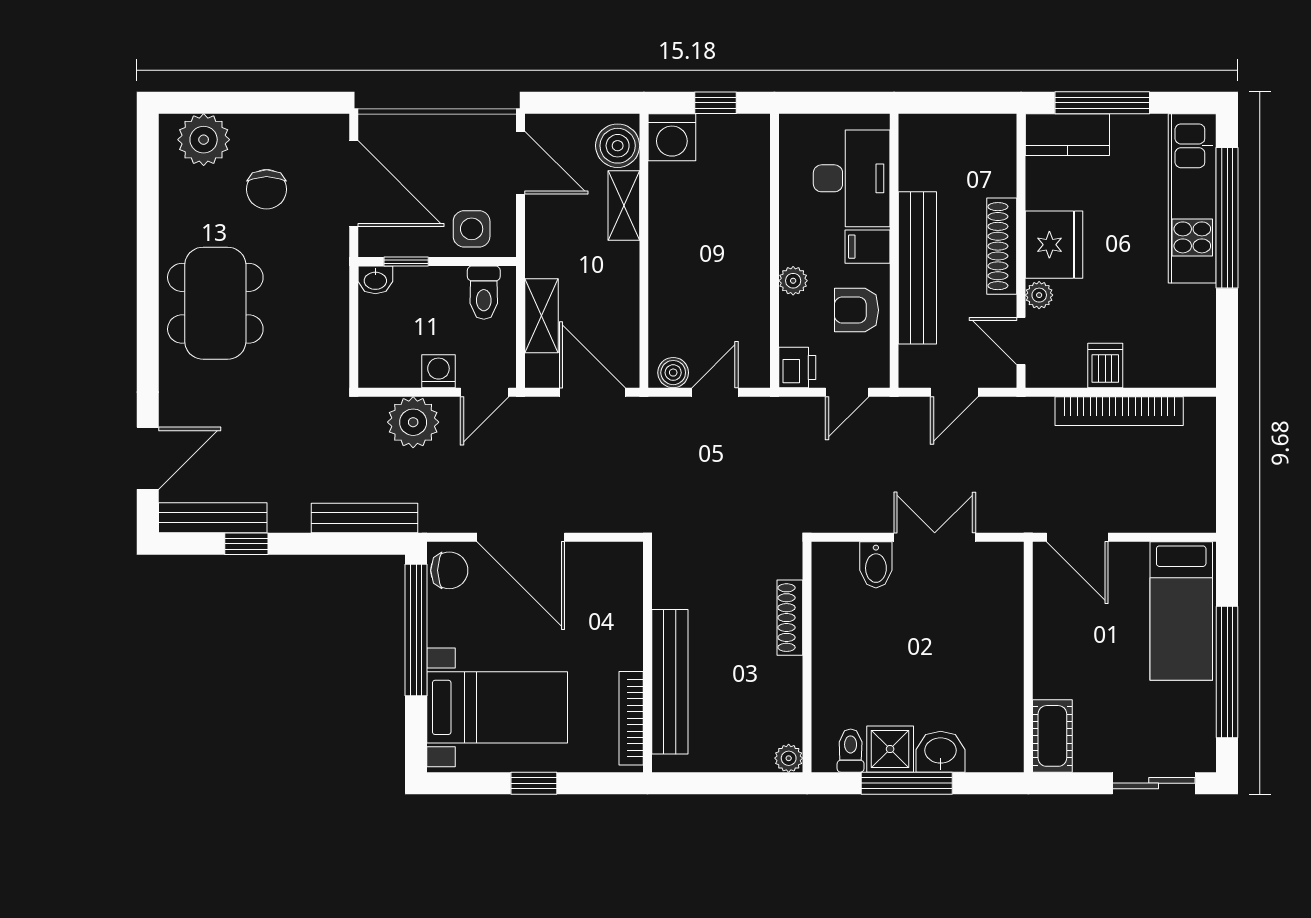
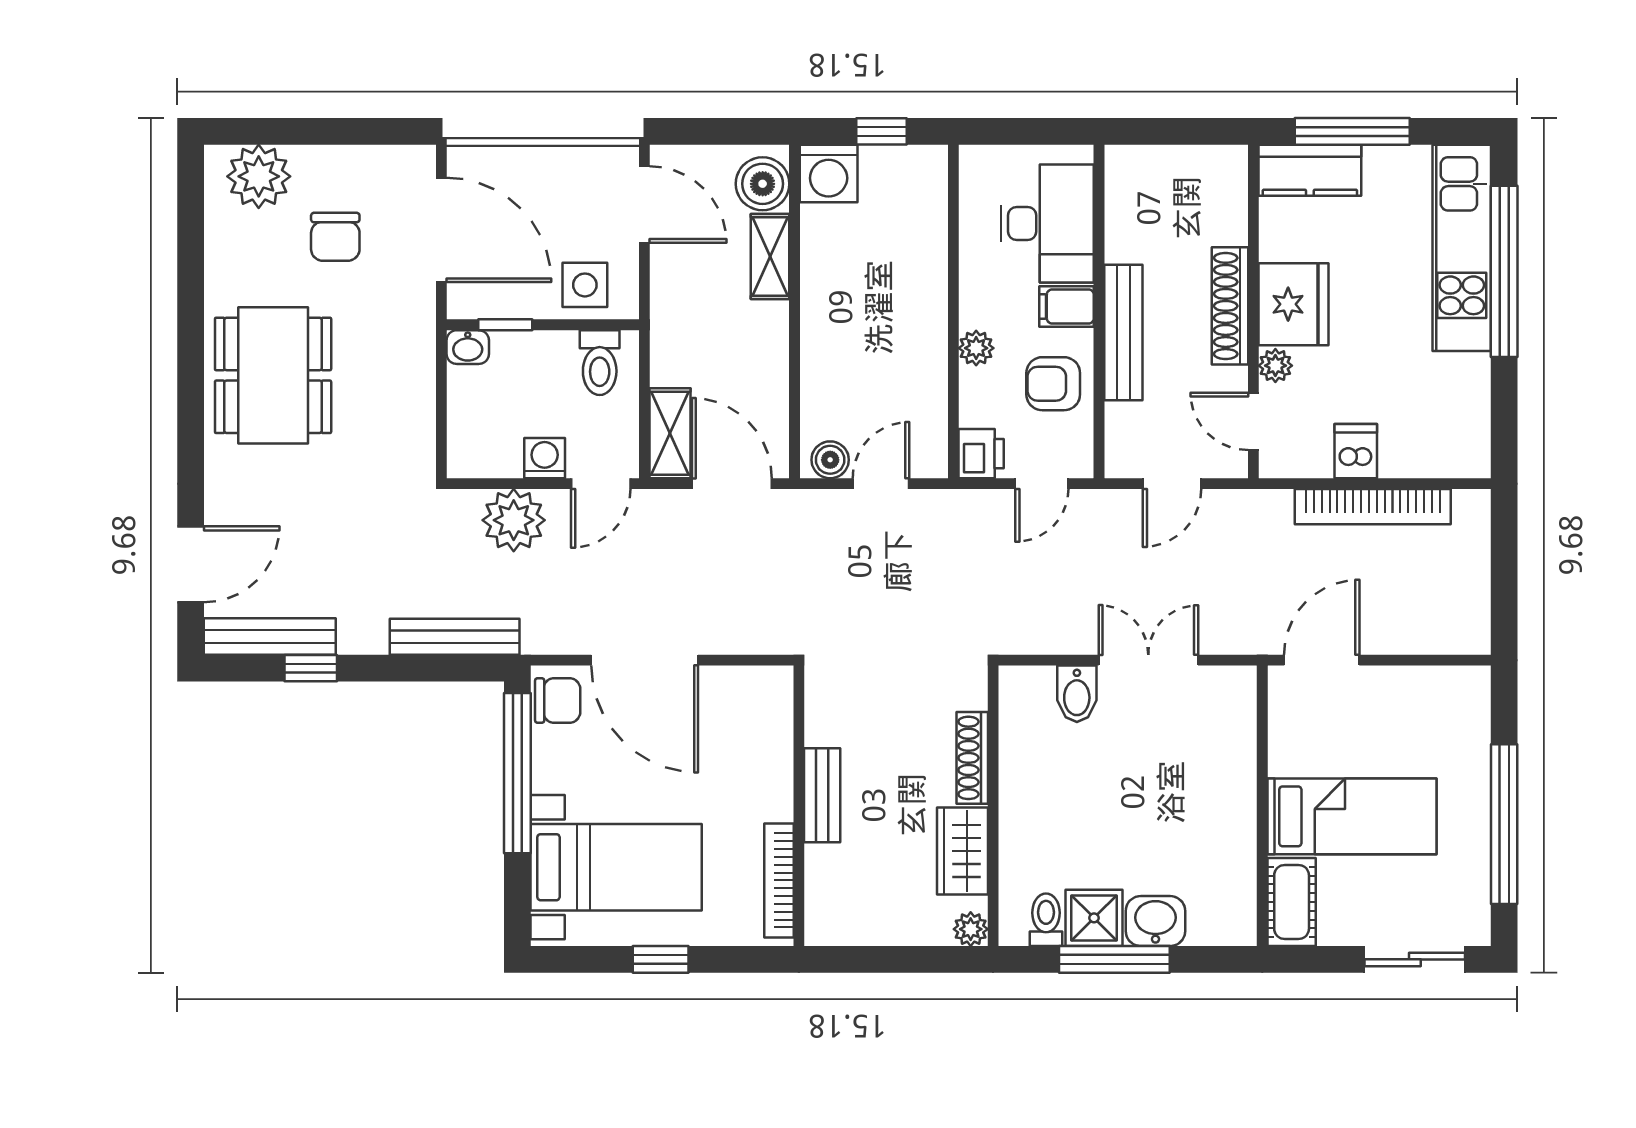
bench: (917, 268) -> (1123, 332), width x0.73, depth x0.82
shelving: (542, 316) -> (670, 433), moved
door: (1077, 537) -> (1322, 660), swing flipped
bed: (1181, 611) -> (1352, 816), moved, turned -90
bench: (670, 682) -> (822, 795), width x0.54, depth x0.82
wardrobe: (782, 694) -> (962, 851), added

